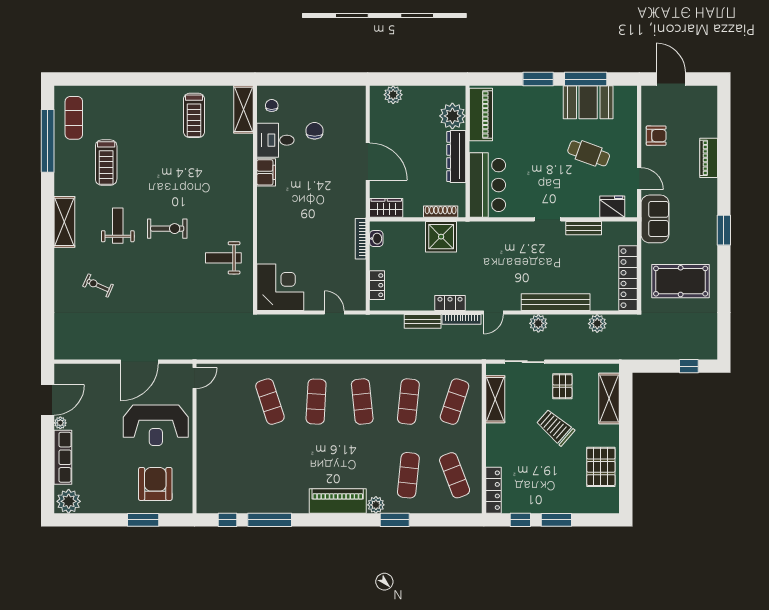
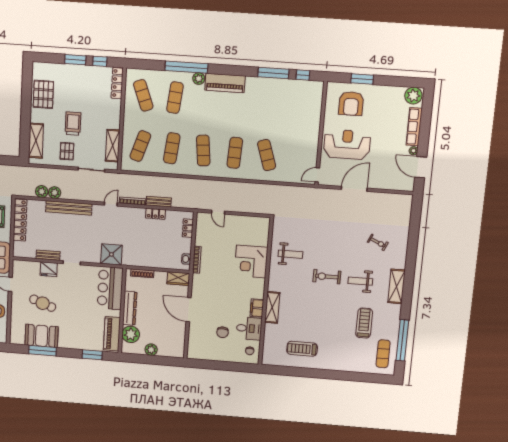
window: (538, 79) -> (92, 355), moved
plant: (393, 95) -> (151, 350), moved
shelving: (243, 109) -> (272, 308), moved
treadmill: (194, 115) -> (302, 349), turned -90
fridge: (612, 207) -> (49, 269), moved
weight bench: (118, 226) -> (360, 281), turned 90
shower: (441, 237) -> (111, 254), moved
corner desk: (280, 287) -> (251, 261), moved
locker: (450, 303) -> (155, 214), moved
plant: (538, 323) -> (55, 193), moved
door: (48, 400) -> (421, 167), hinge flipped
trolley: (555, 427) -> (73, 124), turned -131
window: (395, 520) -> (186, 67), width x2.11

